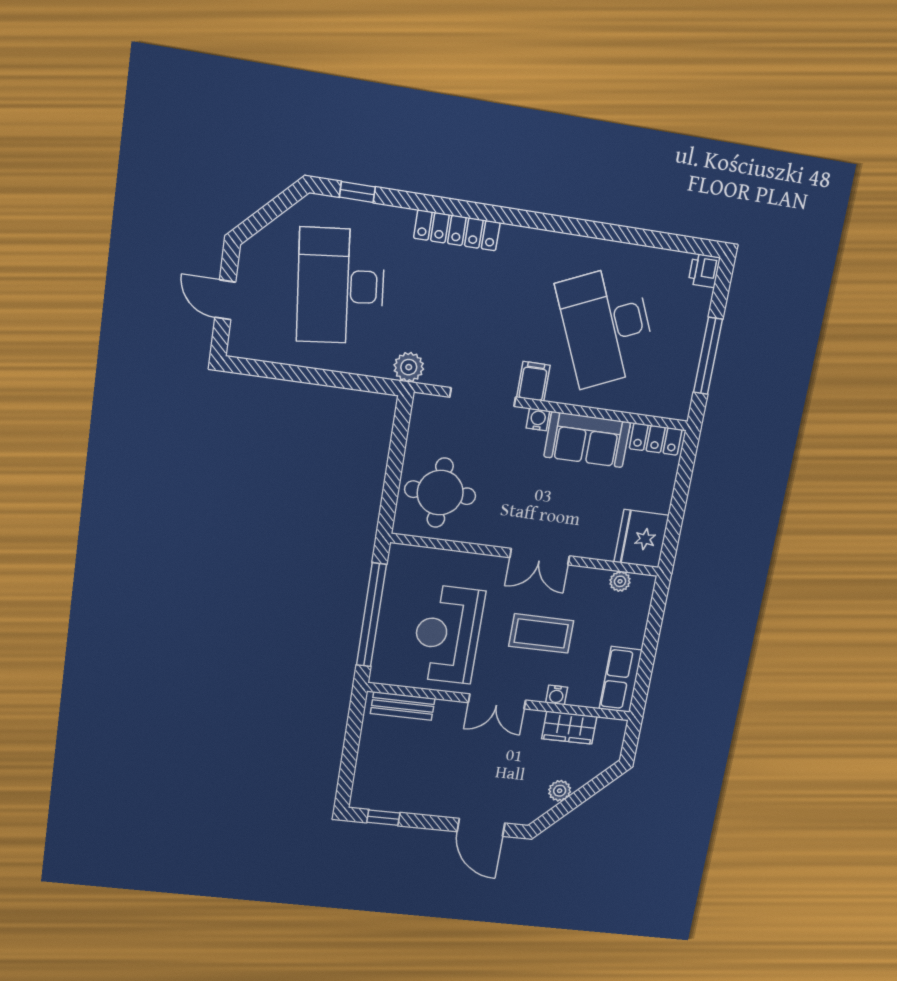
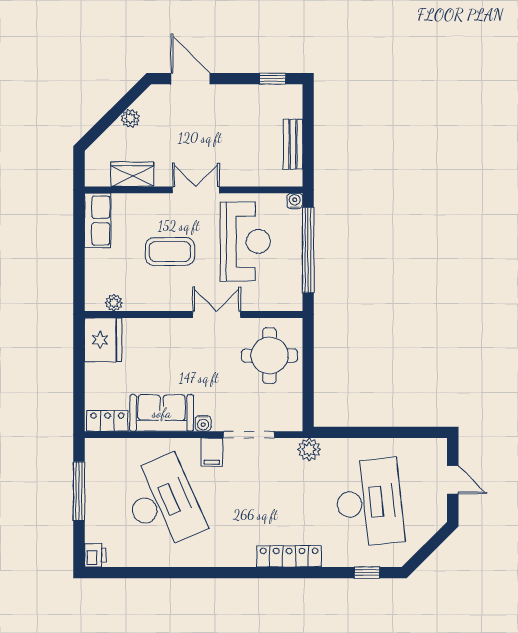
double door: (540, 557) -> (217, 314), moved
water cooler: (557, 695) -> (295, 201), moved
bench: (403, 706) -> (293, 144), moved, turned 90

